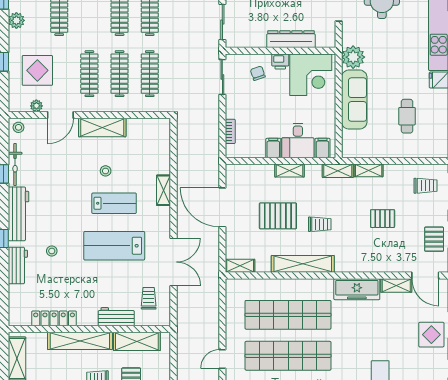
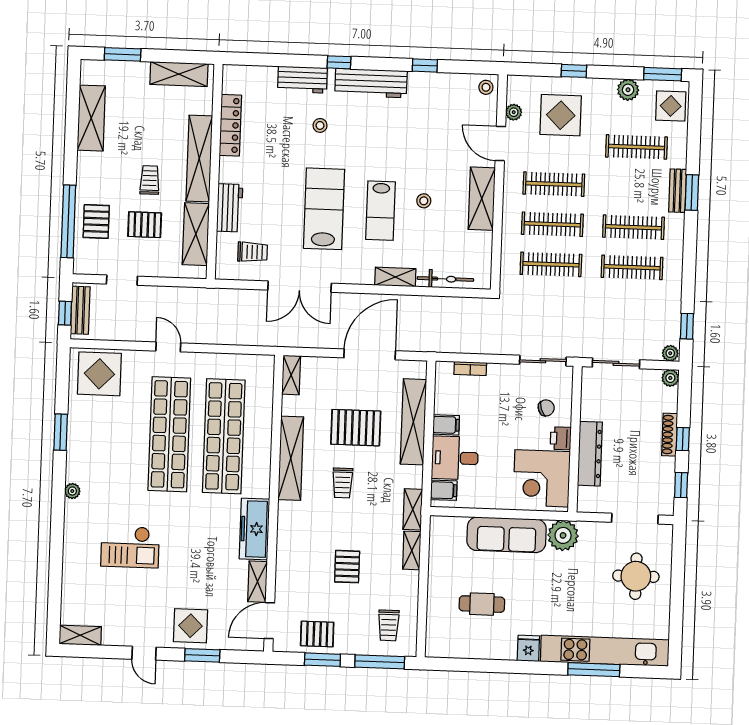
bicycle: (15, 164) -> (445, 279), moved, turned 180
shelving: (289, 170) -> (413, 422), width x2.20, depth x1.33
pallet: (278, 216) -> (356, 428), turned 90

